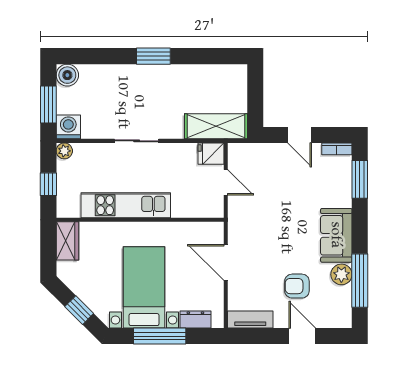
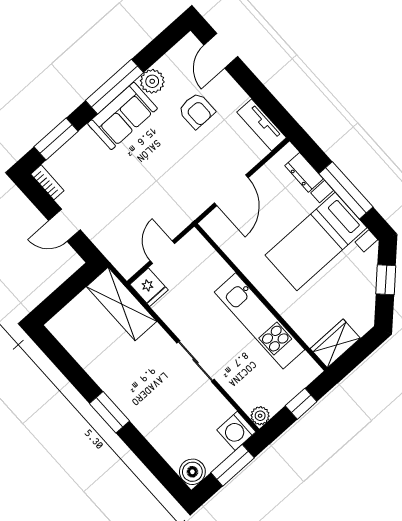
door: (300, 135) -> (64, 225), swing flipped
window: (360, 281) -> (115, 87), moved
door: (302, 336) -> (221, 51), moved

